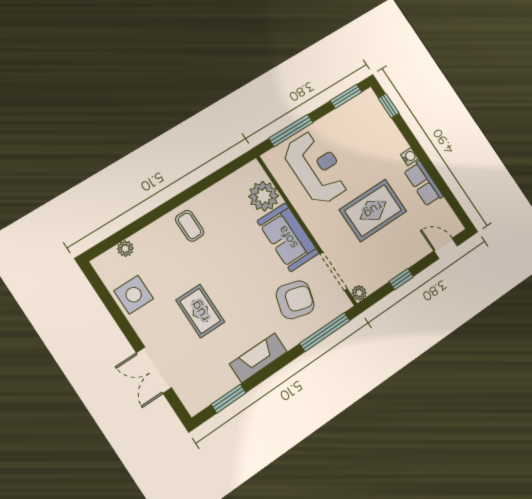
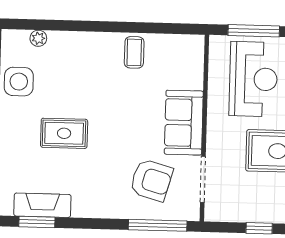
plant: (264, 196) -> (188, 73), removed
coffee table: (190, 226) -> (134, 52), moved
plant: (359, 293) -> (212, 214), removed
rug: (200, 311) -> (64, 133), turned 90
fireplace: (258, 358) -> (42, 205), moved

